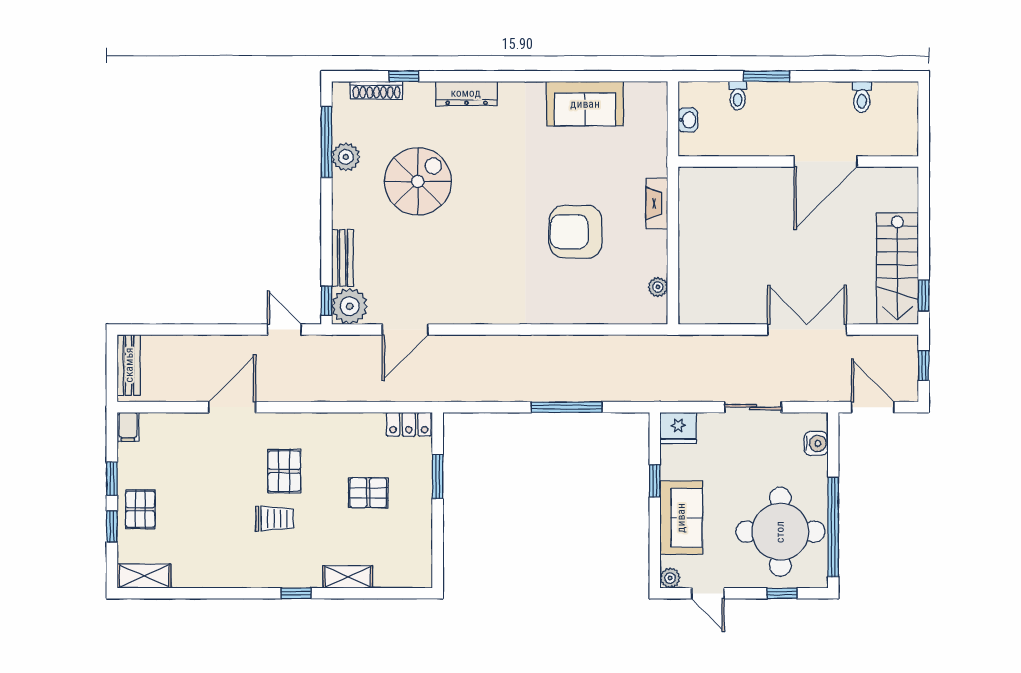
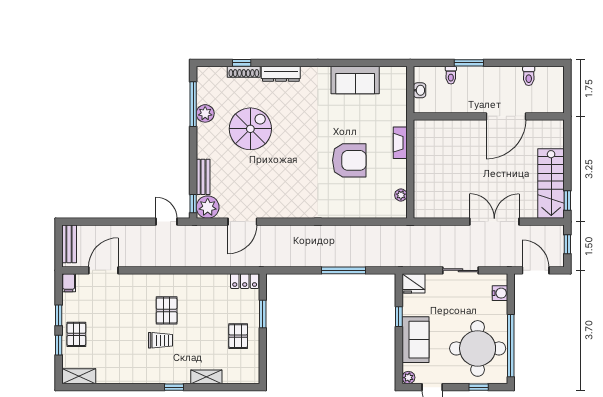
shoe rack: (377, 90) -> (244, 72), moved
armchair: (576, 232) -> (349, 160), turned 180
door: (232, 407) -> (103, 270), moved
pallet: (368, 493) -> (238, 336), moved, turned 90

